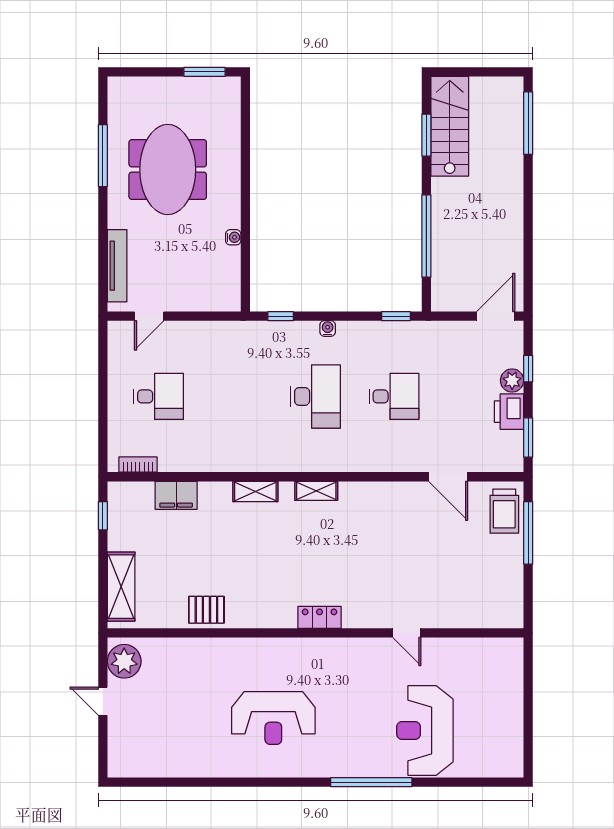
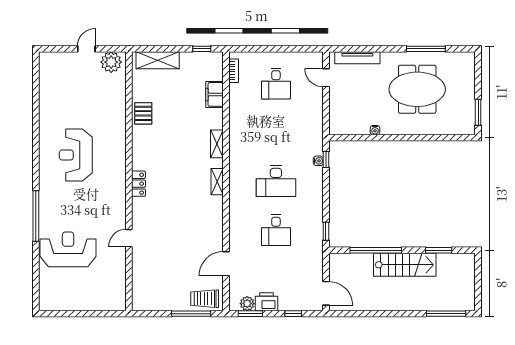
stairs: (450, 126) -> (405, 265), moved
water cooler: (328, 328) -> (318, 161), moved
plant: (512, 380) -> (247, 304), moved

